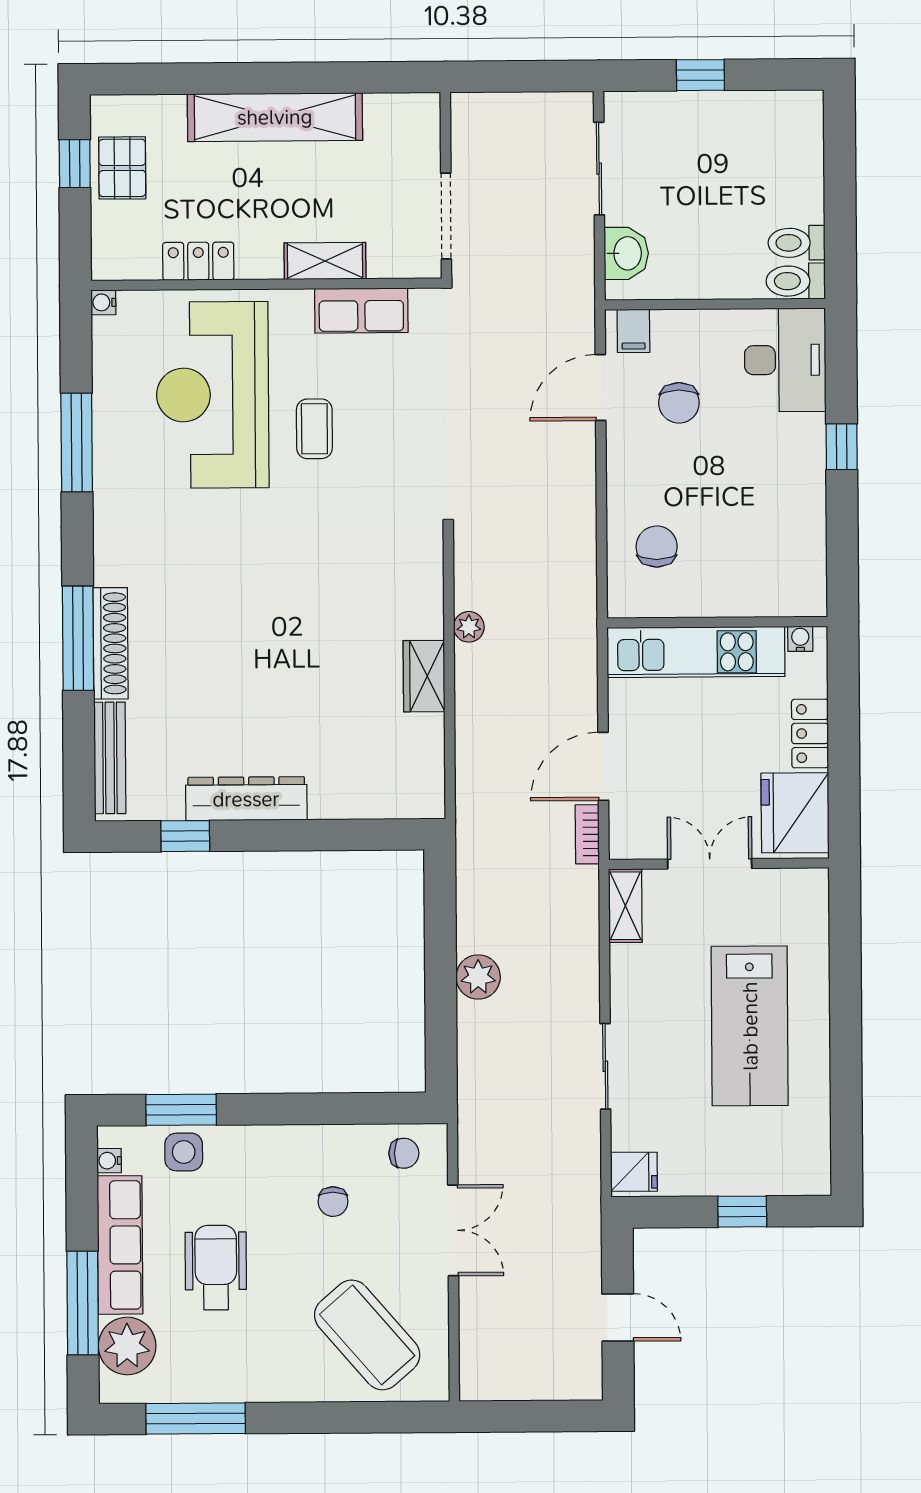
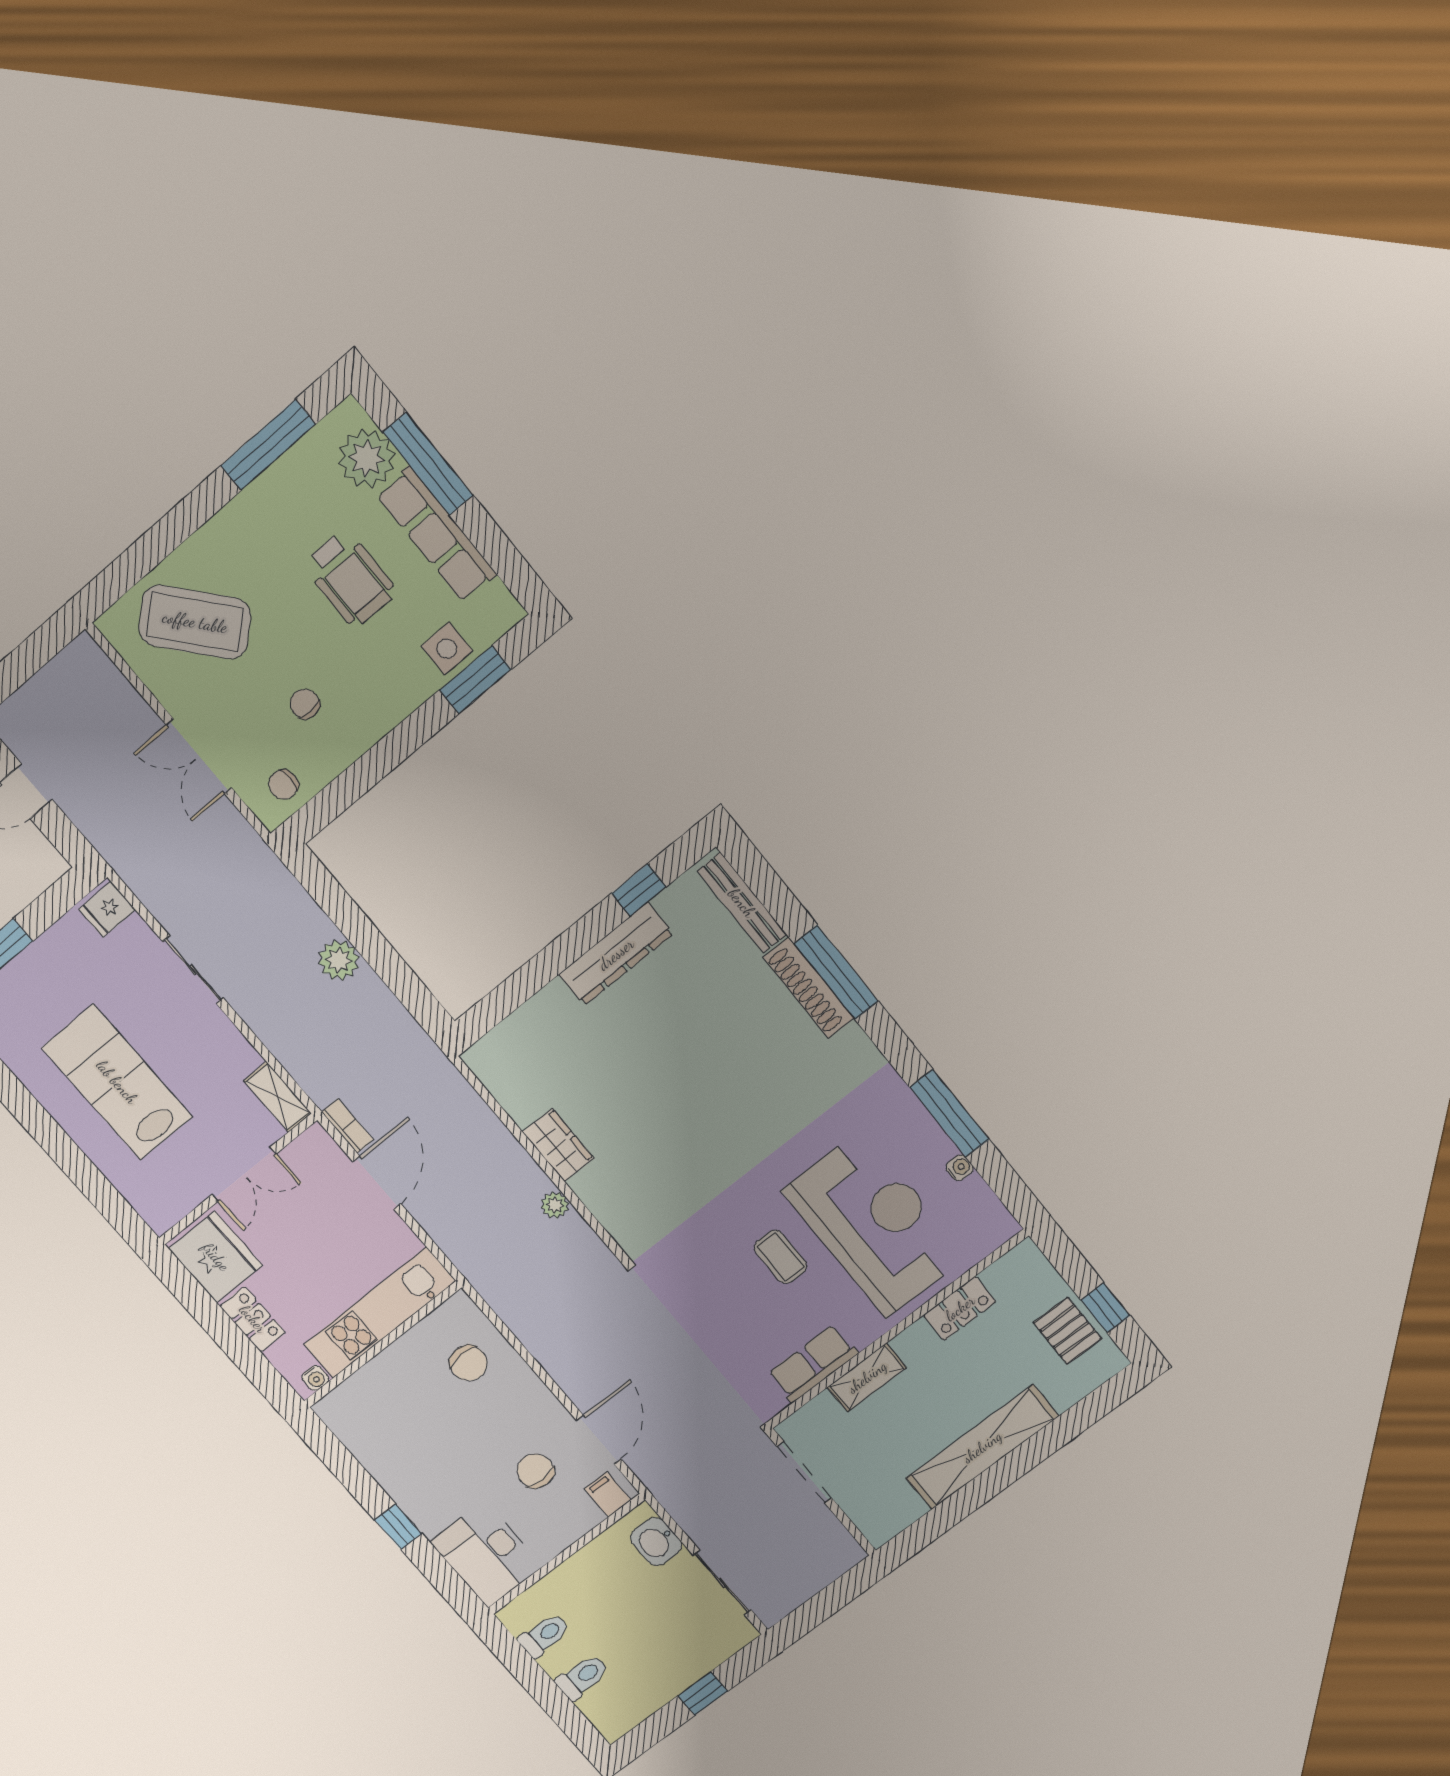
toilet: (796, 281) -> (582, 1677), moved
water cooler: (103, 302) -> (960, 1168), moved
water cooler: (109, 1161) -> (498, 594), removed

